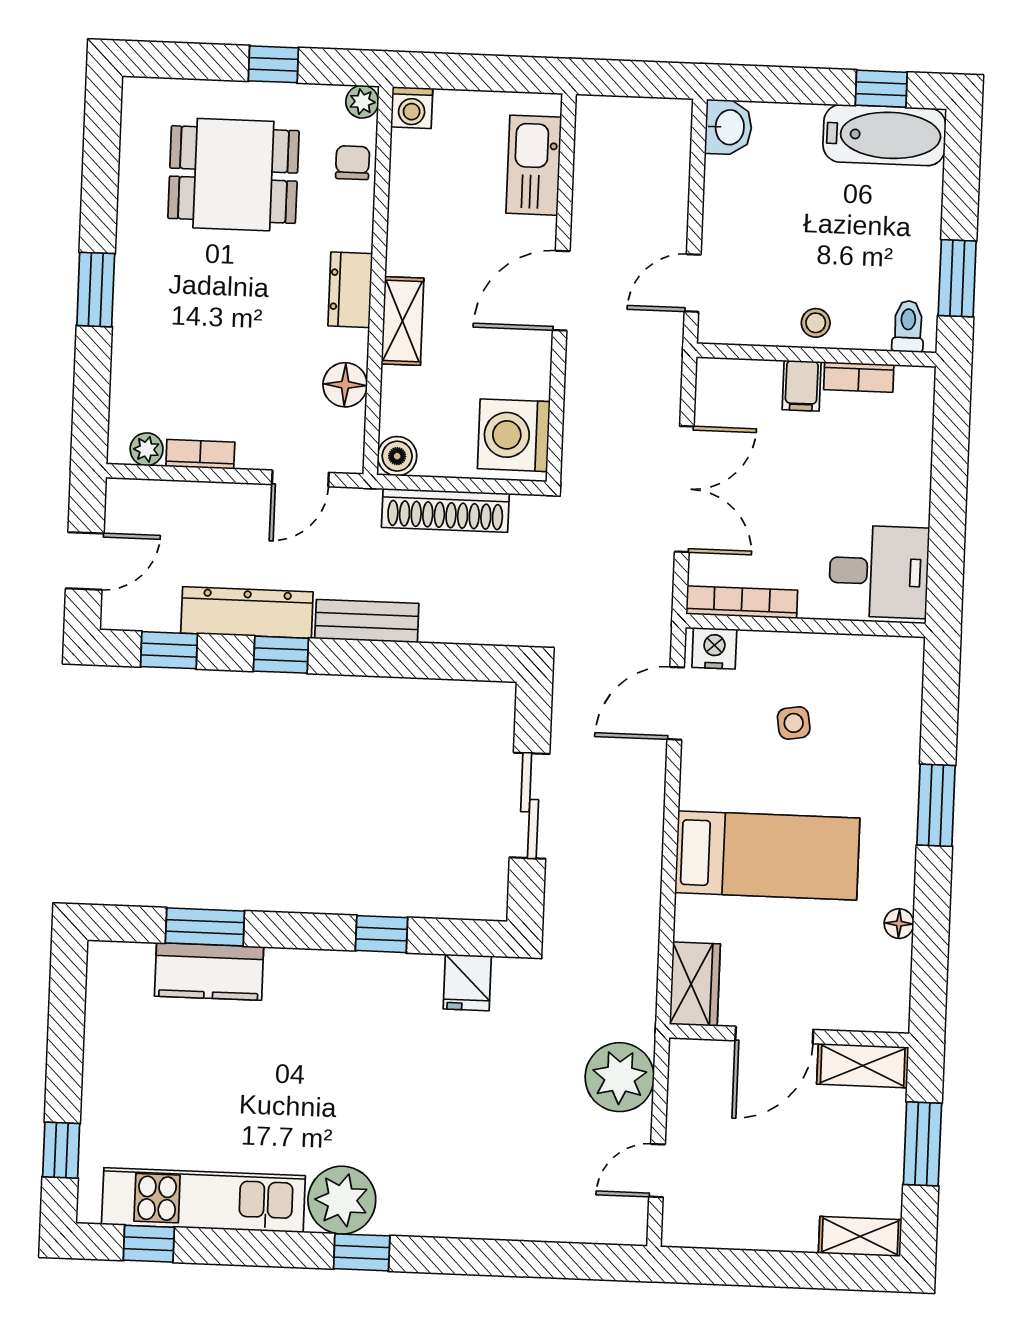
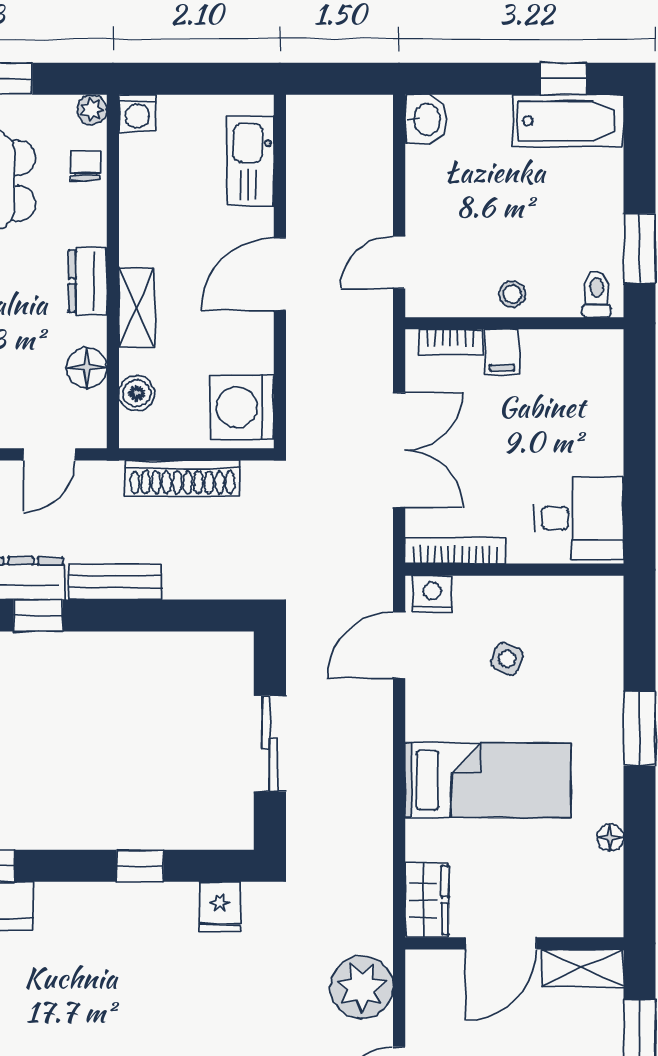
bookcase: (859, 377) -> (450, 342), moved
boiler: (397, 456) -> (137, 393), moved
side table: (794, 723) -> (507, 659), turned 31

